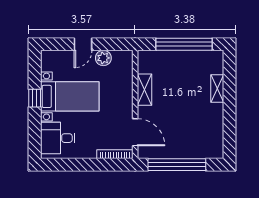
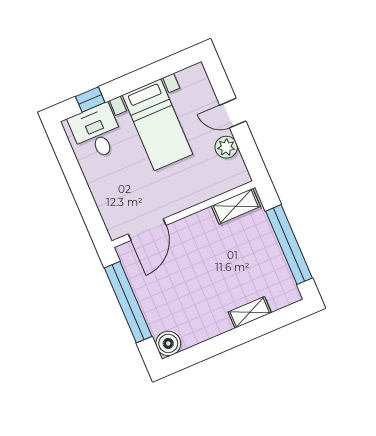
shelving: (144, 90) -> (236, 206), moved
window: (35, 98) -> (90, 99), moved
boiler: (215, 150) -> (168, 343), added
bookcase: (115, 154) -> (107, 216), removed

